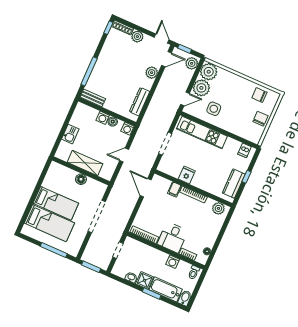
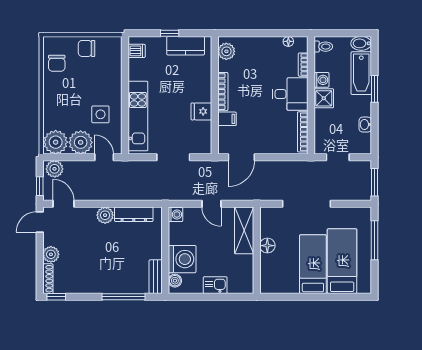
plant: (152, 73) -> (105, 215), moved
washing machine: (103, 118) -> (182, 259), width x1.89, depth x1.89
boiler: (113, 122) -> (175, 281), moved
shelving: (85, 163) -> (244, 230), moved
shower: (145, 280) -> (324, 98), moved

